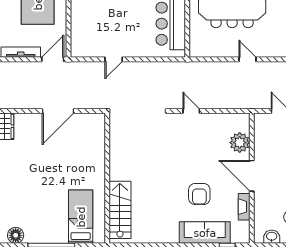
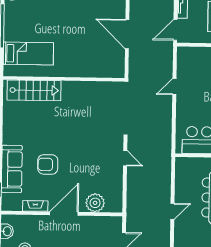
door: (53, 59) -> (175, 30), swing flipped
door: (114, 59) -> (174, 87), hinge flipped
door: (191, 111) -> (125, 158), hinge flipped

